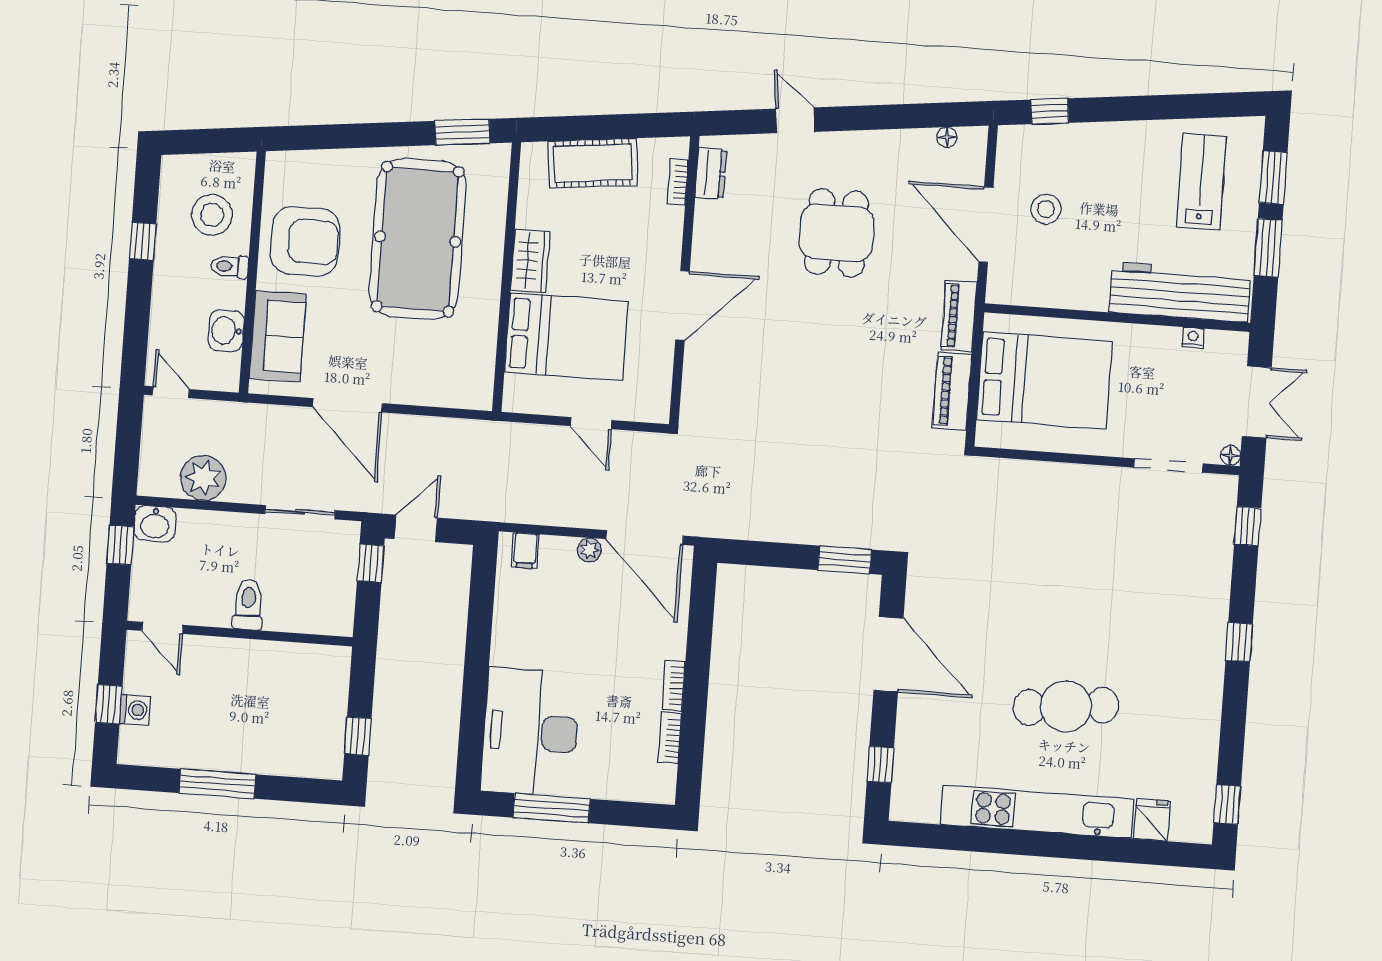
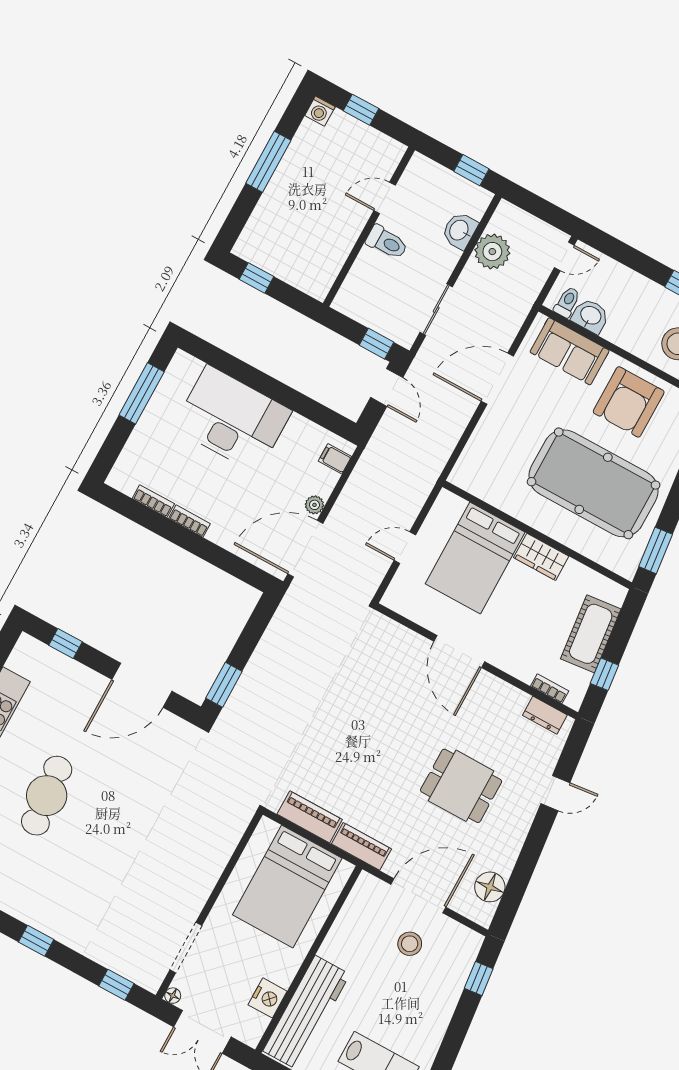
window: (632, 126) -> (604, 674), added
floor lamp: (947, 137) -> (490, 887), width x1.89, depth x1.89
toilet: (230, 266) -> (567, 302), moved
nightstand: (1193, 338) -> (268, 998), width x1.89, depth x1.79
washbasin: (155, 524) -> (460, 230), moved
door: (162, 628) -> (385, 198), moved
washing machine: (135, 710) -> (320, 111), moved
desk: (531, 732) -> (232, 419), moved

